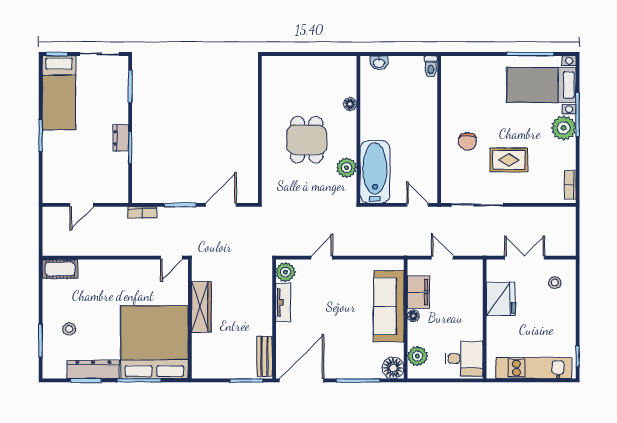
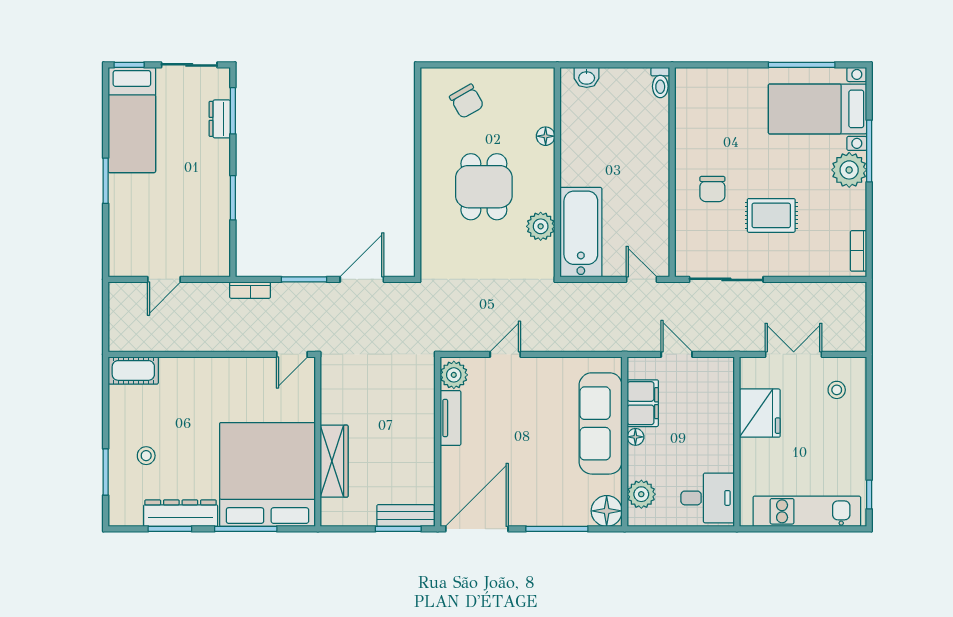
chair: (295, 80) -> (467, 101), added
dresser: (121, 138) -> (220, 119), moved
wardrobe: (201, 307) -> (334, 461), moved
bench: (265, 356) -> (406, 515), moved, turned 90

